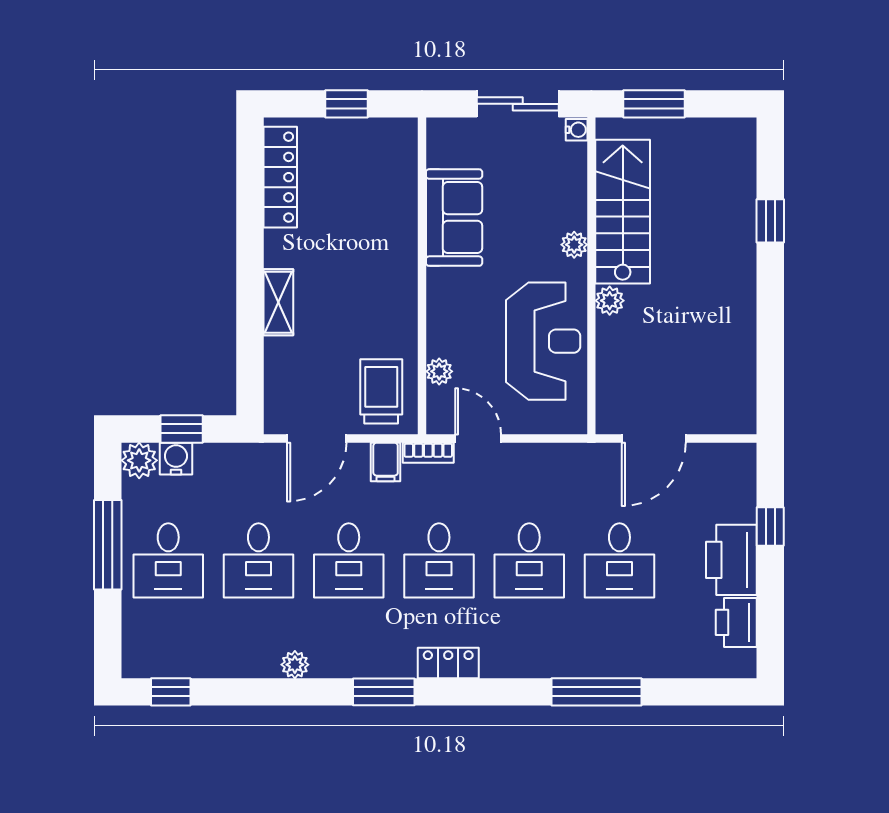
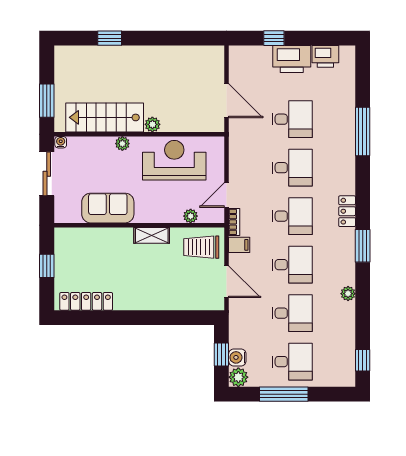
shelving: (278, 302) -> (152, 235), moved

